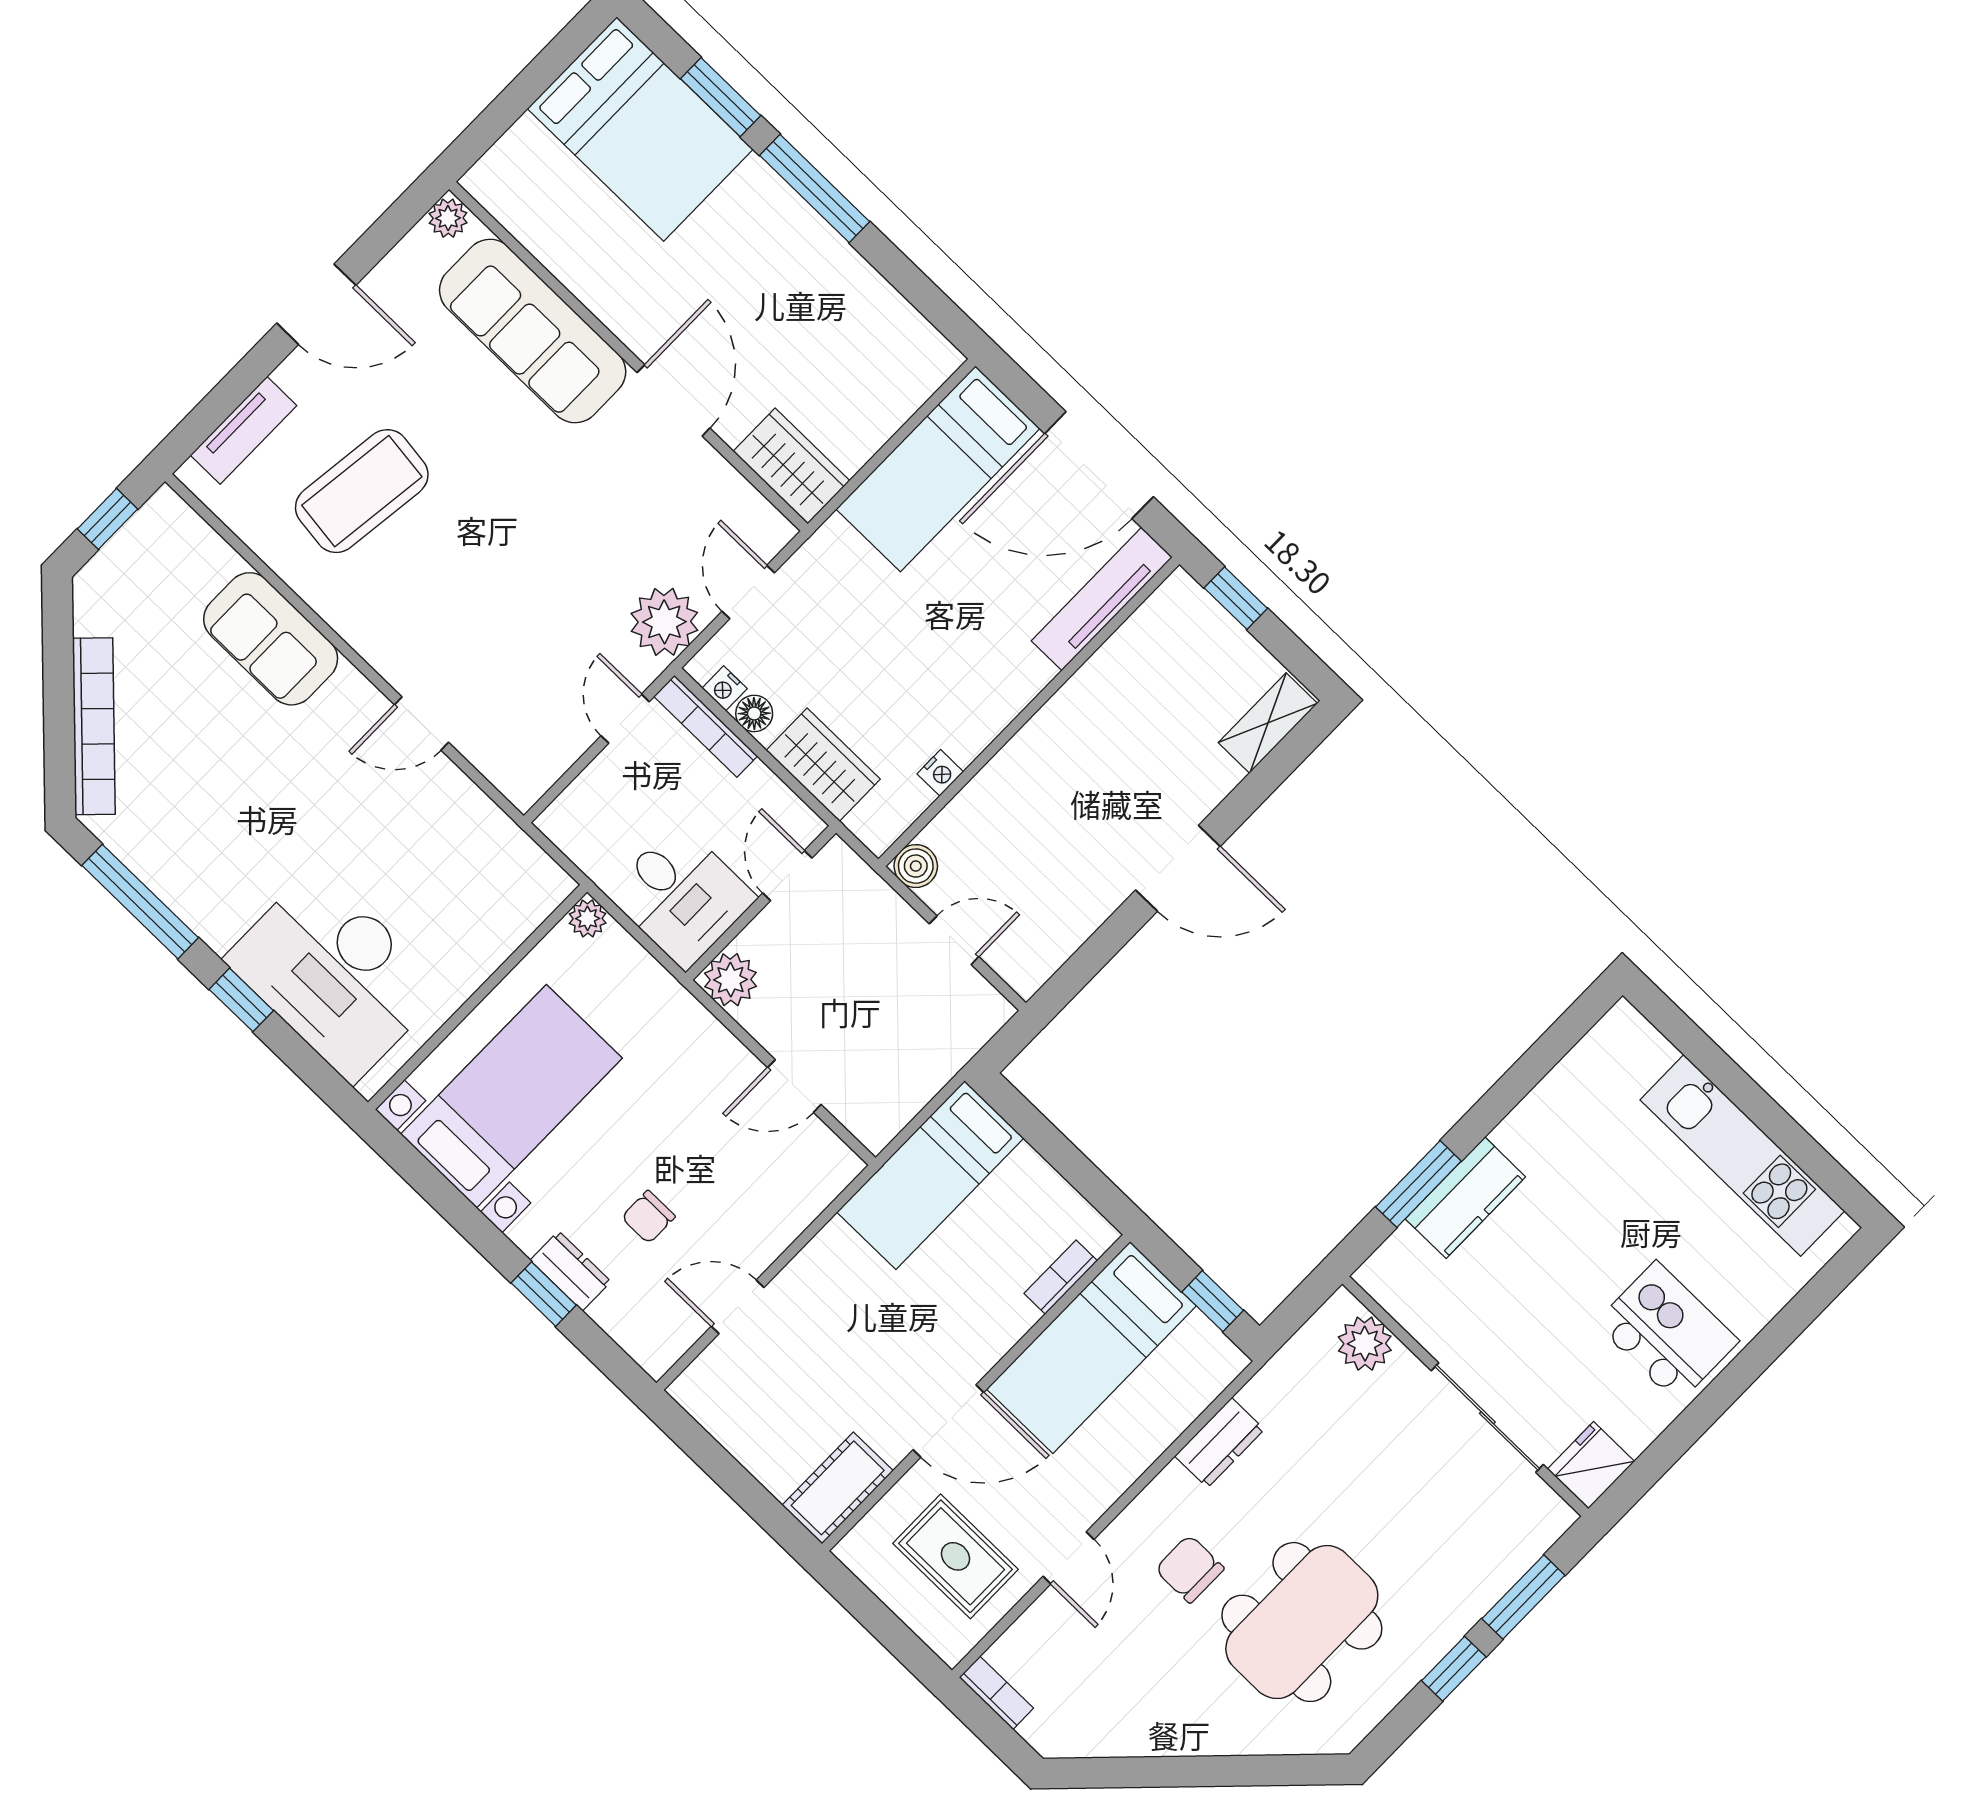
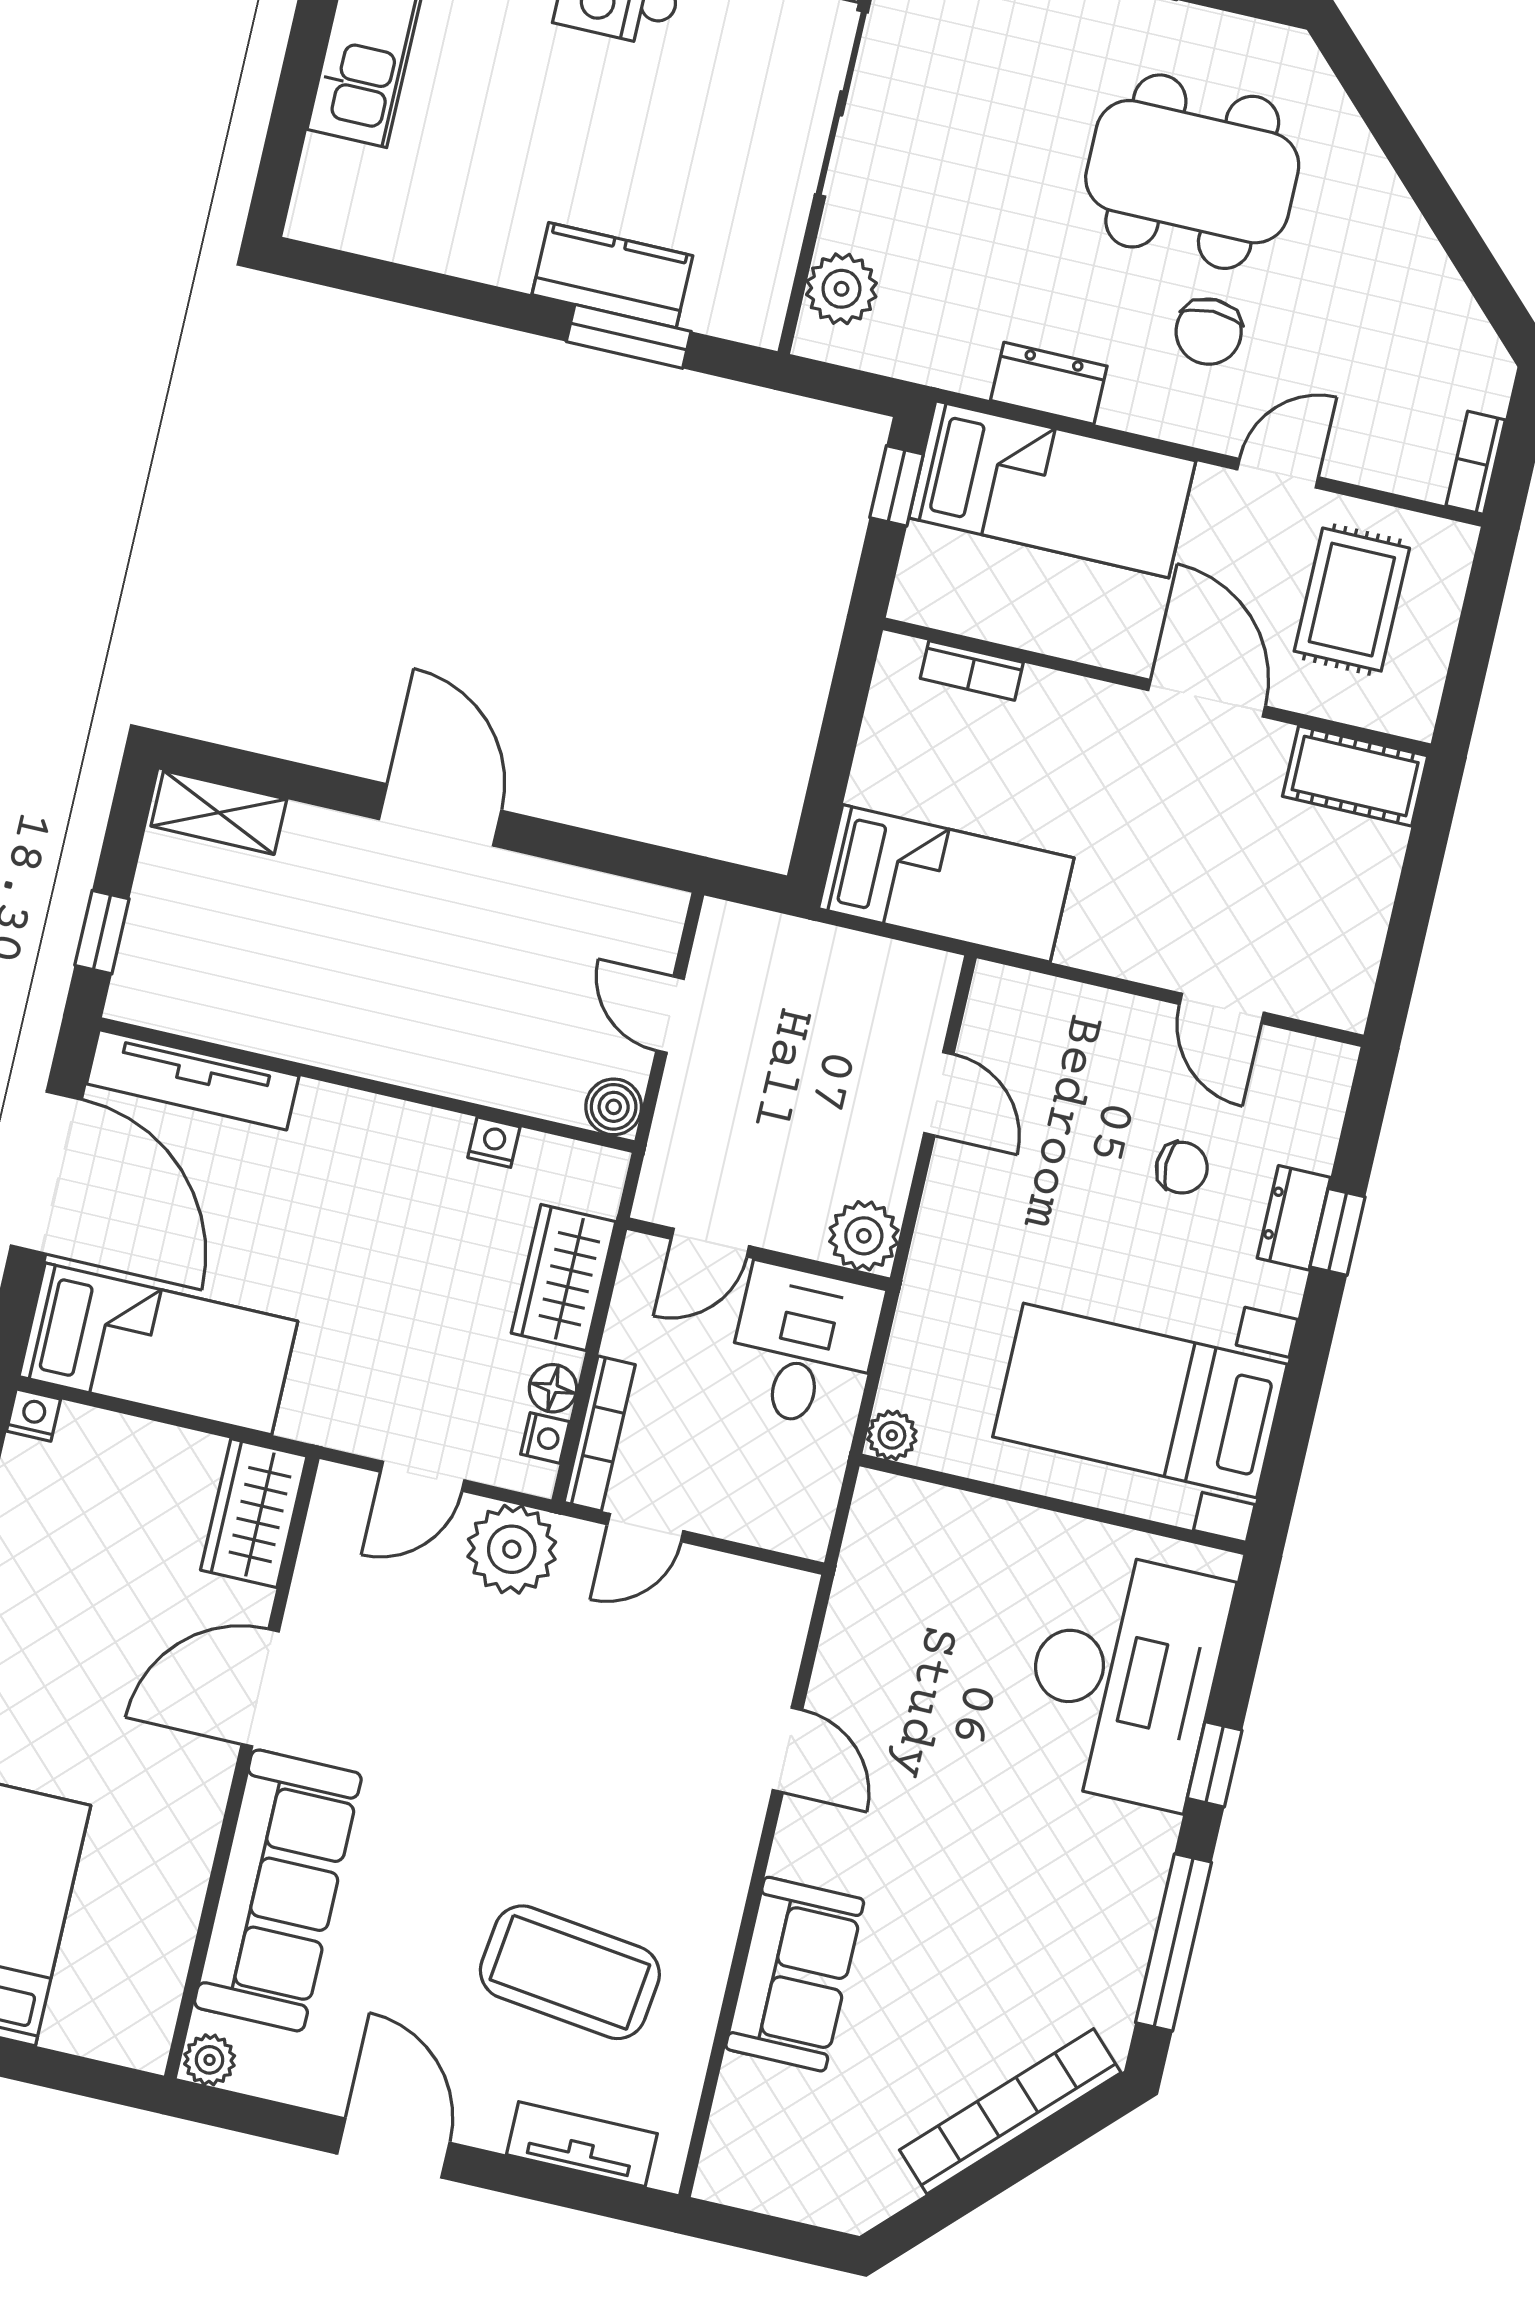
nightstand: (944, 360) -> (33, 1415), added
window: (108, 519) -> (771, 2235), removed
bed: (1091, 1347) -> (1052, 489), moved

